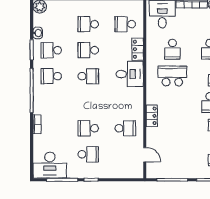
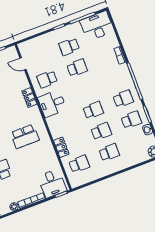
school desk: (172, 49) -> (33, 158), removed
desk: (130, 74) -> (52, 104), moved
school desk: (88, 76) -> (93, 110), turned 180

